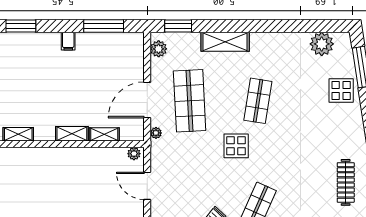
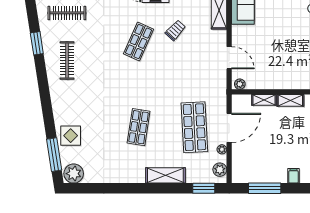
plant: (322, 44) -> (74, 174), moved
plant: (156, 133) -> (222, 149), moved
display table: (236, 146) -> (156, 90), removed

